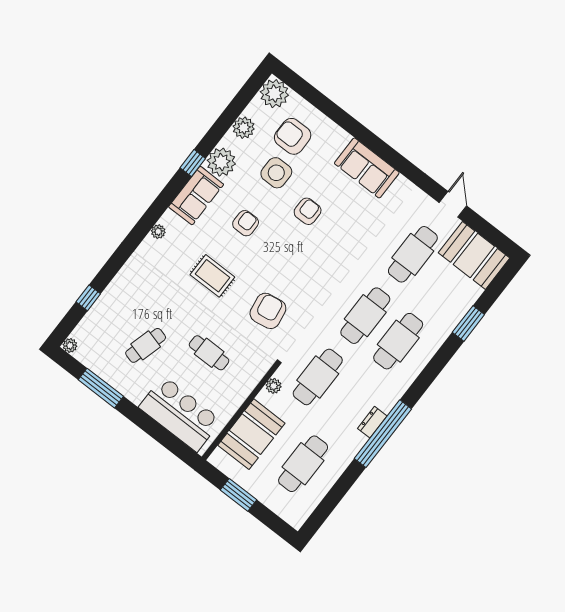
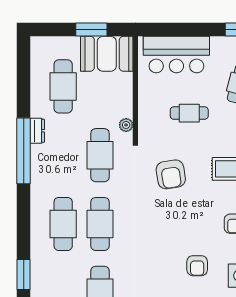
dresser: (372, 422) -> (37, 131), moved
booth: (251, 434) -> (107, 54), moved, turned 90

